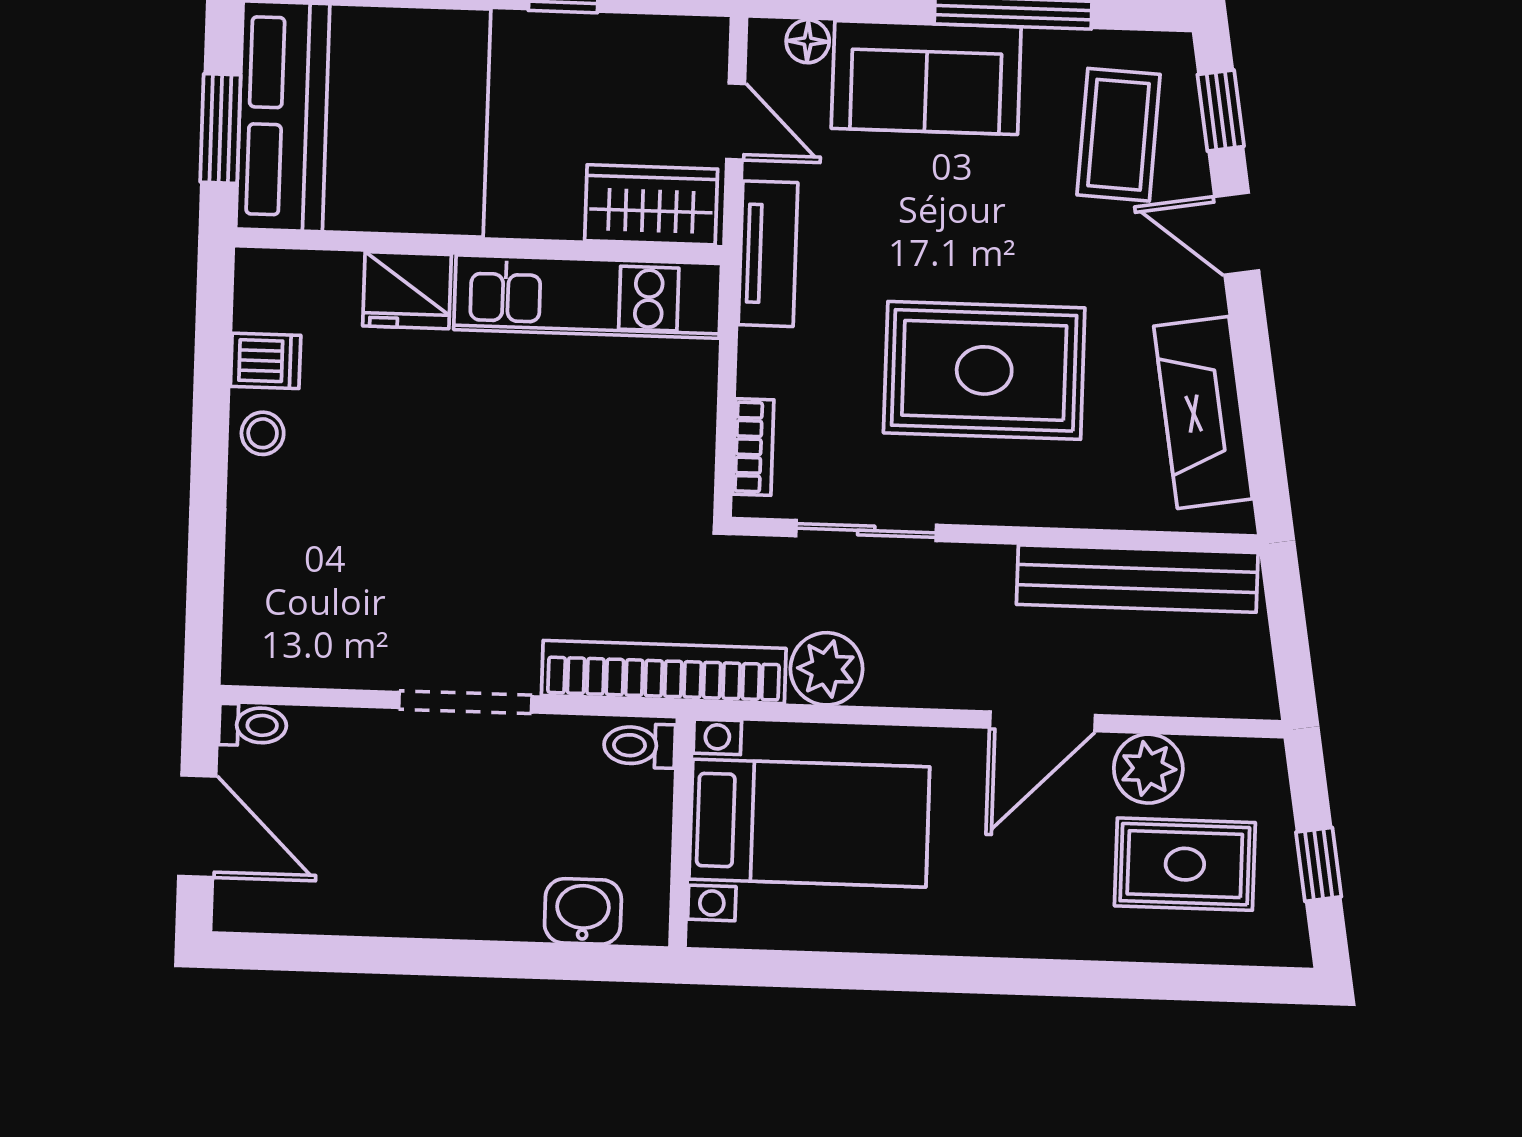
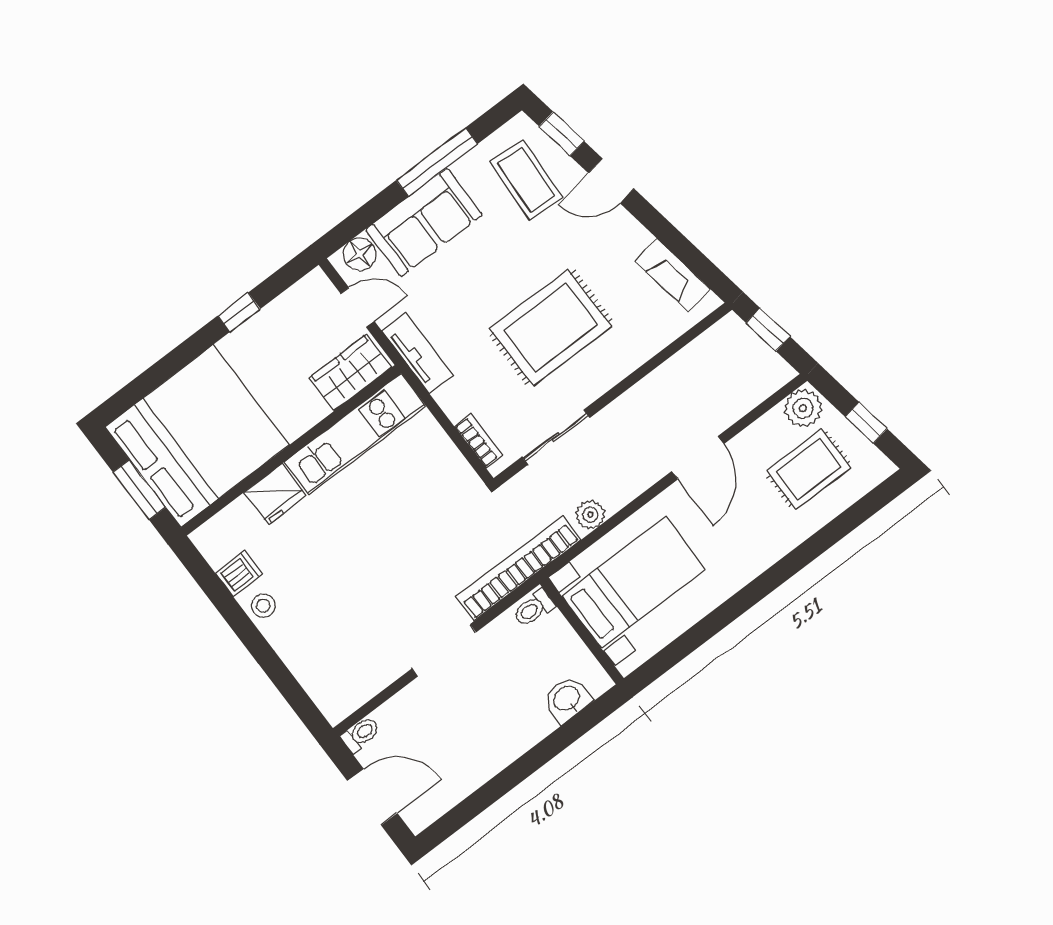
floor lamp: (808, 41) -> (360, 254), width x1.37, depth x1.37
fireplace: (1203, 412) -> (673, 275), width x0.73, depth x0.76
bench: (1137, 579) -> (689, 363), removed
window: (1287, 621) -> (768, 330), added
plant: (826, 669) -> (590, 515), width x0.73, depth x0.73
plant: (1148, 769) -> (803, 408), moved

